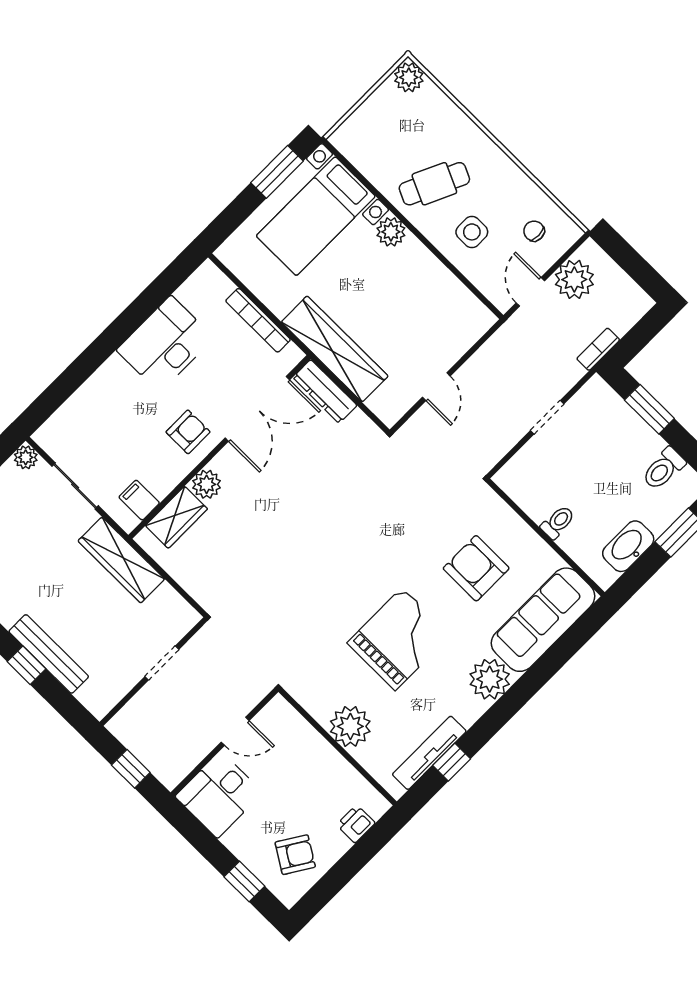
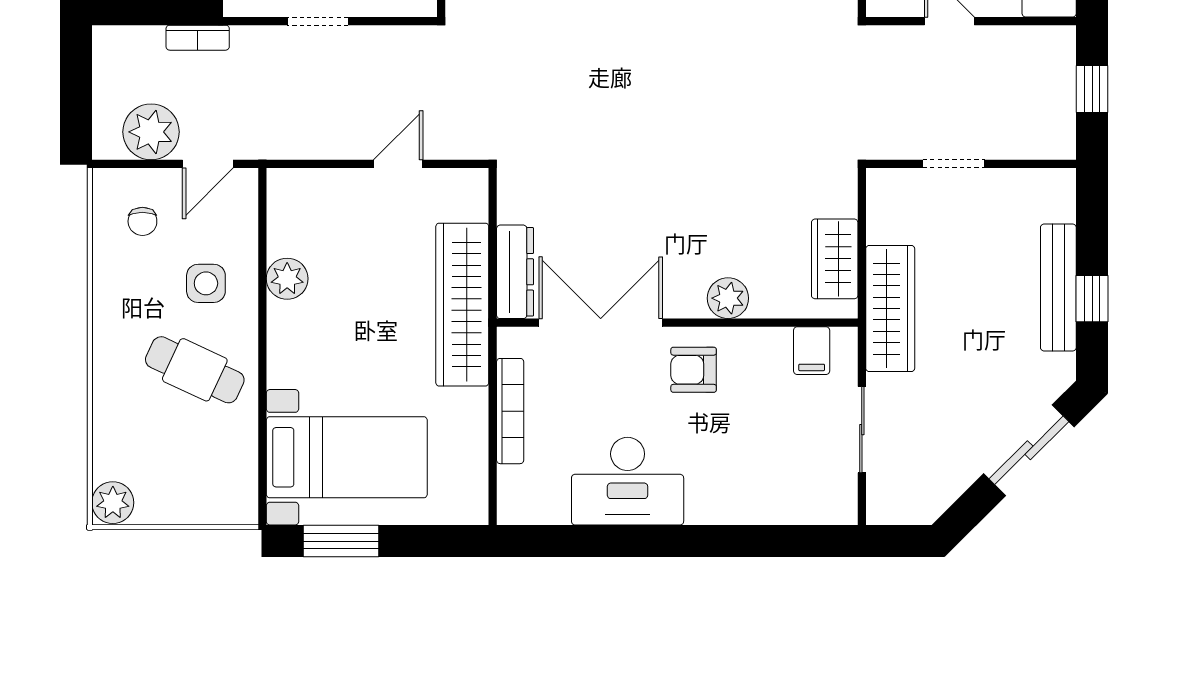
plant: (391, 232) -> (287, 279), moved
plant: (26, 457) -> (883, 508), removed
wardrobe: (176, 517) -> (835, 259), moved, turned -90

